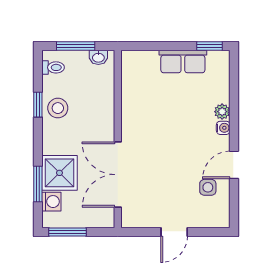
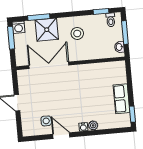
window: (38, 105) -> (101, 11), moved
stool: (58, 108) -> (77, 33), moved
washing machine: (51, 202) -> (18, 27), moved

